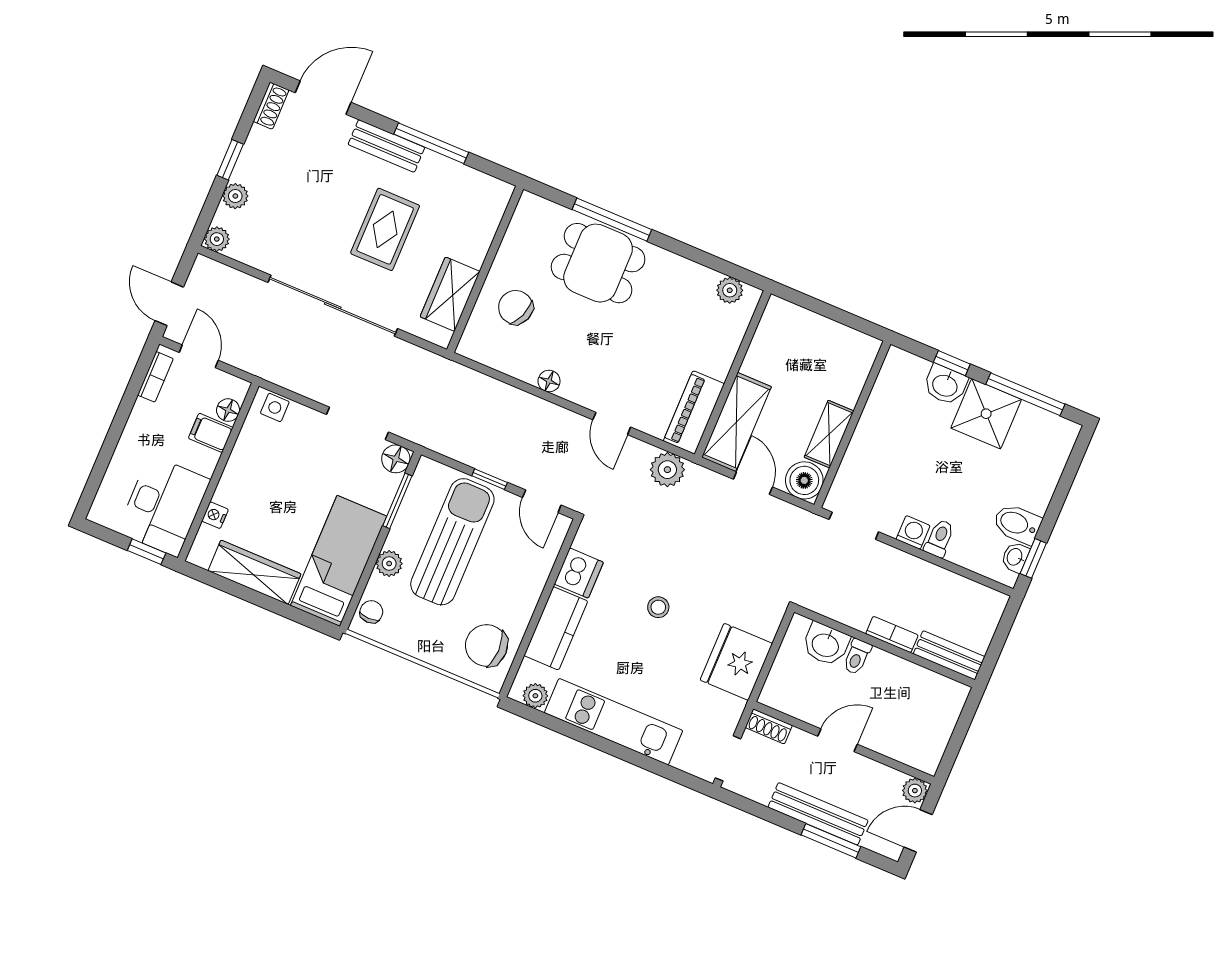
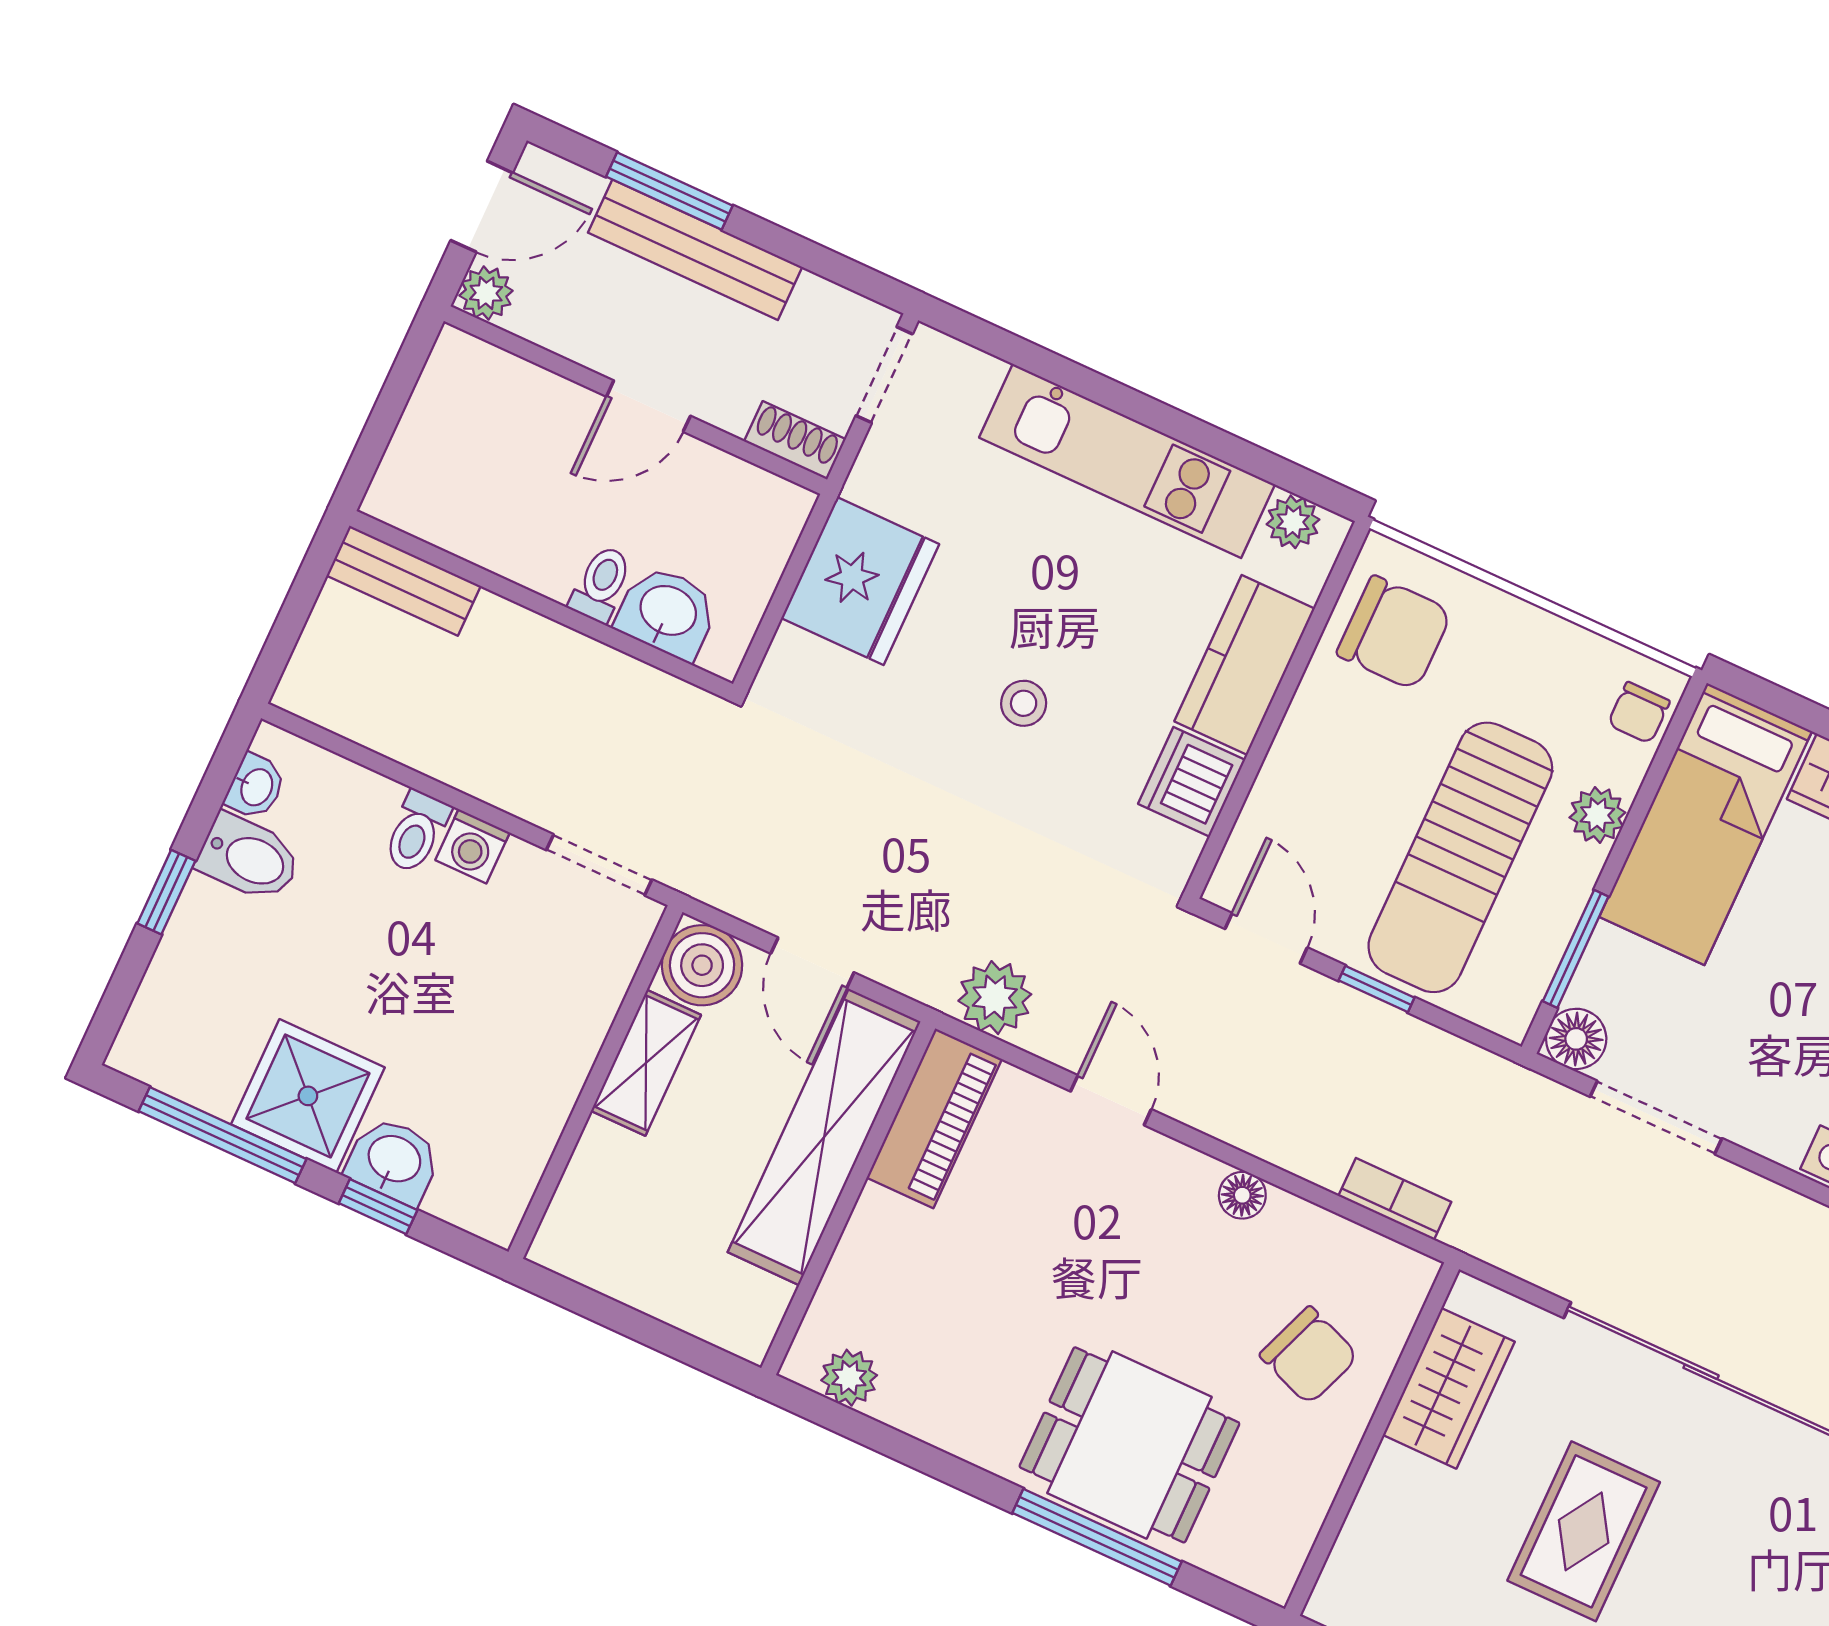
shelving: (737, 422) -> (824, 1137), width x1.47
window: (1033, 558) -> (166, 892), moved
bookcase: (892, 634) -> (1395, 1199), moved, turned 180

